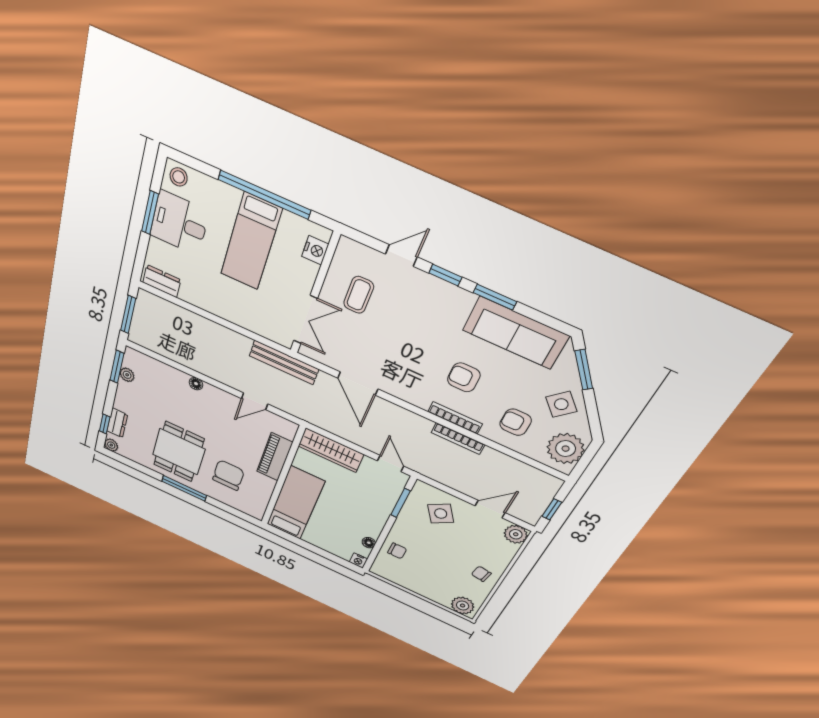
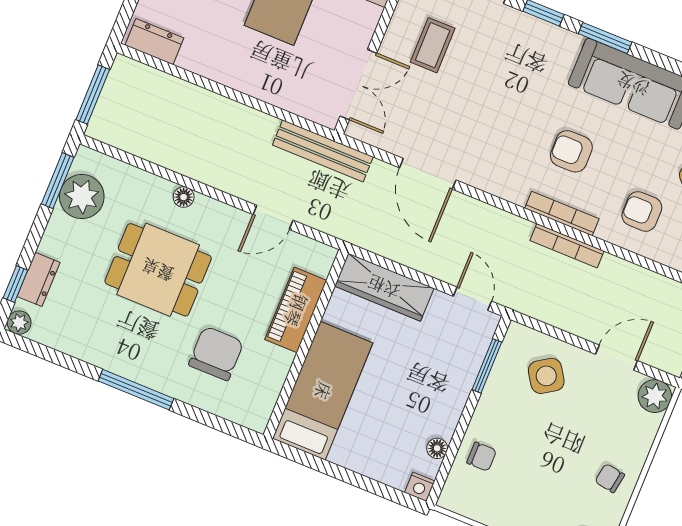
plant: (127, 375) -> (82, 197), width x1.88, depth x1.88
dining table: (179, 452) -> (158, 270), moved, turned 90

